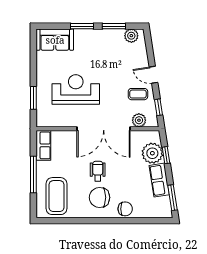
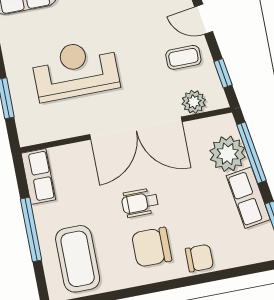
window: (166, 155) -> (251, 153), width x2.17
wheelchair: (98, 171) -> (140, 203), turned -90

